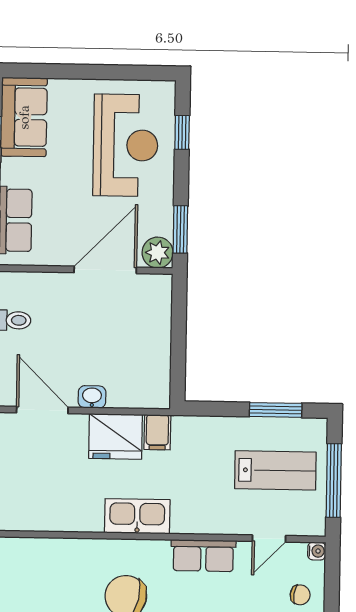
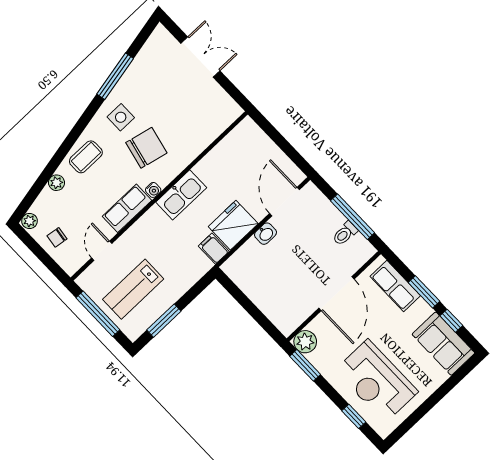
door: (105, 270) -> (336, 294), moved
door: (42, 410) -> (285, 202), swing flipped
water cooler: (317, 551) -> (153, 190), moved, turned -90

